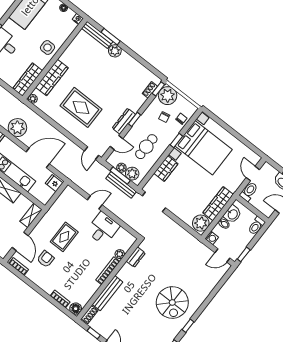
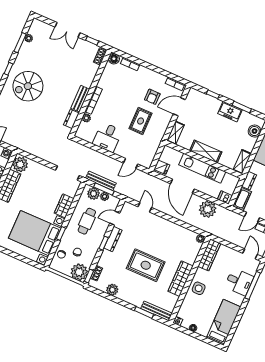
plant: (115, 51) -> (112, 290), moved
wardrobe: (52, 78) -> (181, 279), moved
rug: (81, 107) -> (146, 265), moved
door: (91, 153) -> (145, 207), moved
door: (38, 158) -> (182, 186), hinge flipped
door: (95, 202) -> (131, 163), moved
door: (20, 241) -> (179, 107), hinge flipped
bench: (107, 293) -> (80, 99), moved, width x0.73
spiral stairs: (172, 302) -> (28, 86), turned -90

